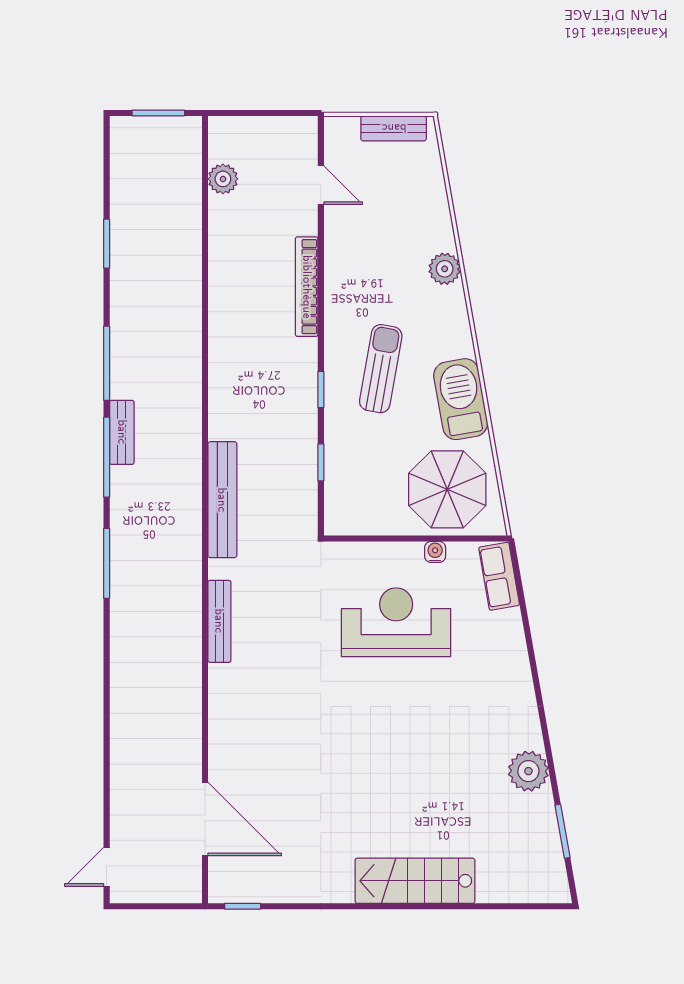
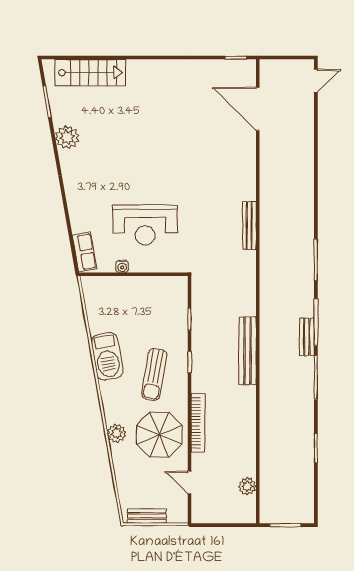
parasol: (447, 489) -> (159, 435), moved
bench: (222, 500) -> (248, 351), moved
stairs: (415, 881) -> (90, 73), moved

